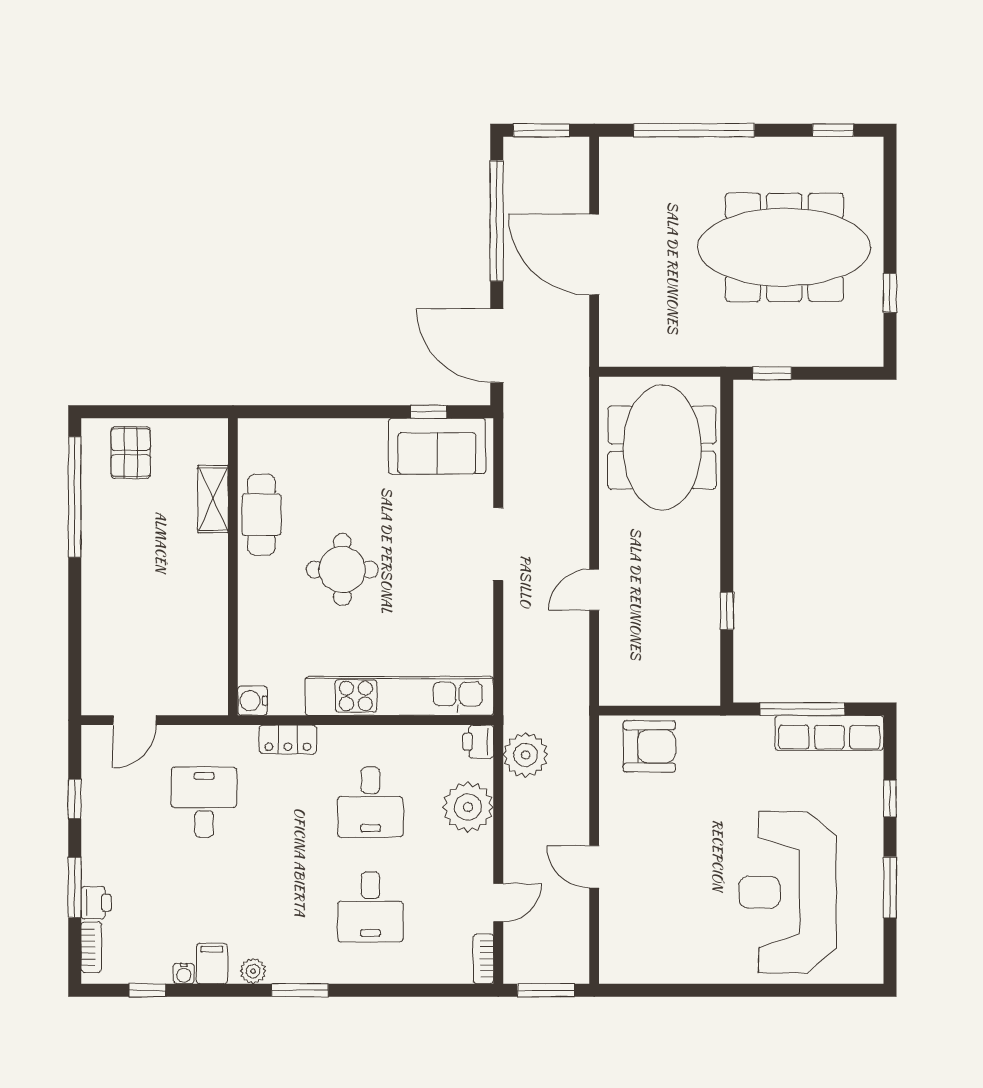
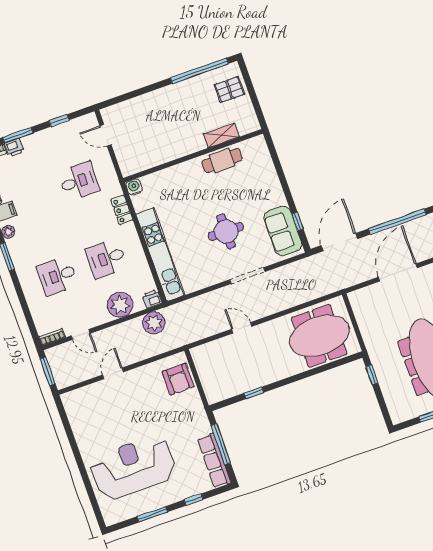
round table: (342, 570) -> (226, 231), moved

